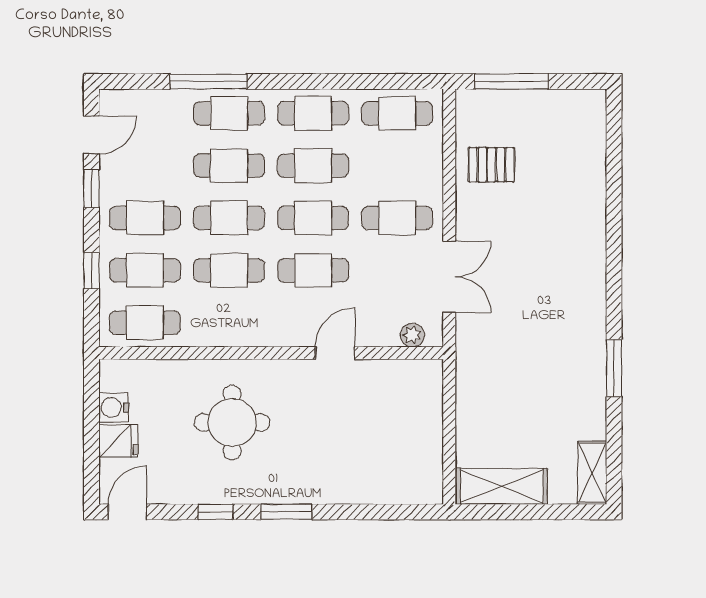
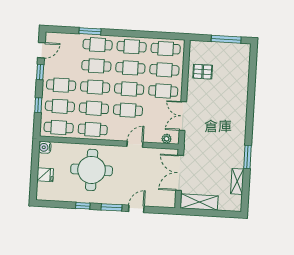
window: (208, 81) -> (90, 31), width x0.69
window: (512, 81) -> (226, 39), moved
cafe table: (397, 166) -> (164, 70), added
double door: (449, 277) -> (183, 116), swing flipped
cafe table: (229, 323) -> (93, 129), added
water cooler: (114, 408) -> (45, 147), moved
double door: (449, 417) -> (180, 173), added
round table: (232, 422) -> (92, 170), width x1.36, depth x1.36
shelving: (592, 473) -> (237, 181), moved
door: (127, 512) -> (136, 209), moved

